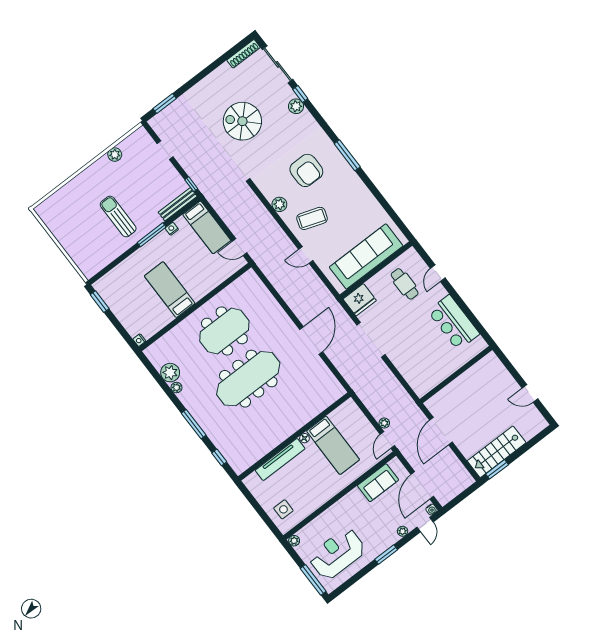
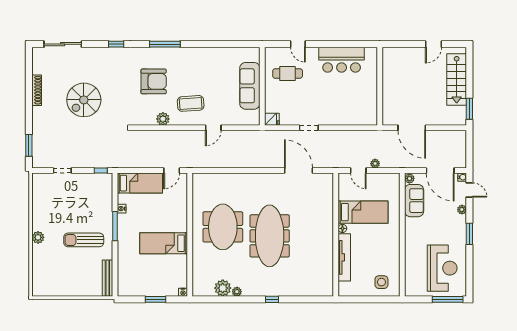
shoe rack: (244, 54) -> (37, 90), moved
window: (300, 94) -> (116, 44), moved
plant: (296, 106) -> (102, 54), removed
plant: (115, 155) -> (38, 237), moved
bench: (178, 204) -> (107, 278), moved
coffee table: (312, 218) -> (191, 103), turned 67
sofa: (366, 256) -> (250, 86), width x0.74, depth x0.79
fridge: (360, 300) -> (272, 119), width x0.53, depth x0.75
window: (100, 302) -> (156, 299), moved
door: (311, 340) -> (299, 171), moved
doorway: (371, 340) -> (309, 128), width x0.53
window: (194, 424) -> (272, 299), width x0.46
door: (387, 440) -> (358, 171), moved
stairs: (497, 452) -> (457, 79), moved
window: (219, 457) -> (310, 299), removed
plant: (294, 541) -> (409, 178), moved
reception desk: (337, 554) -> (442, 268), turned 180

